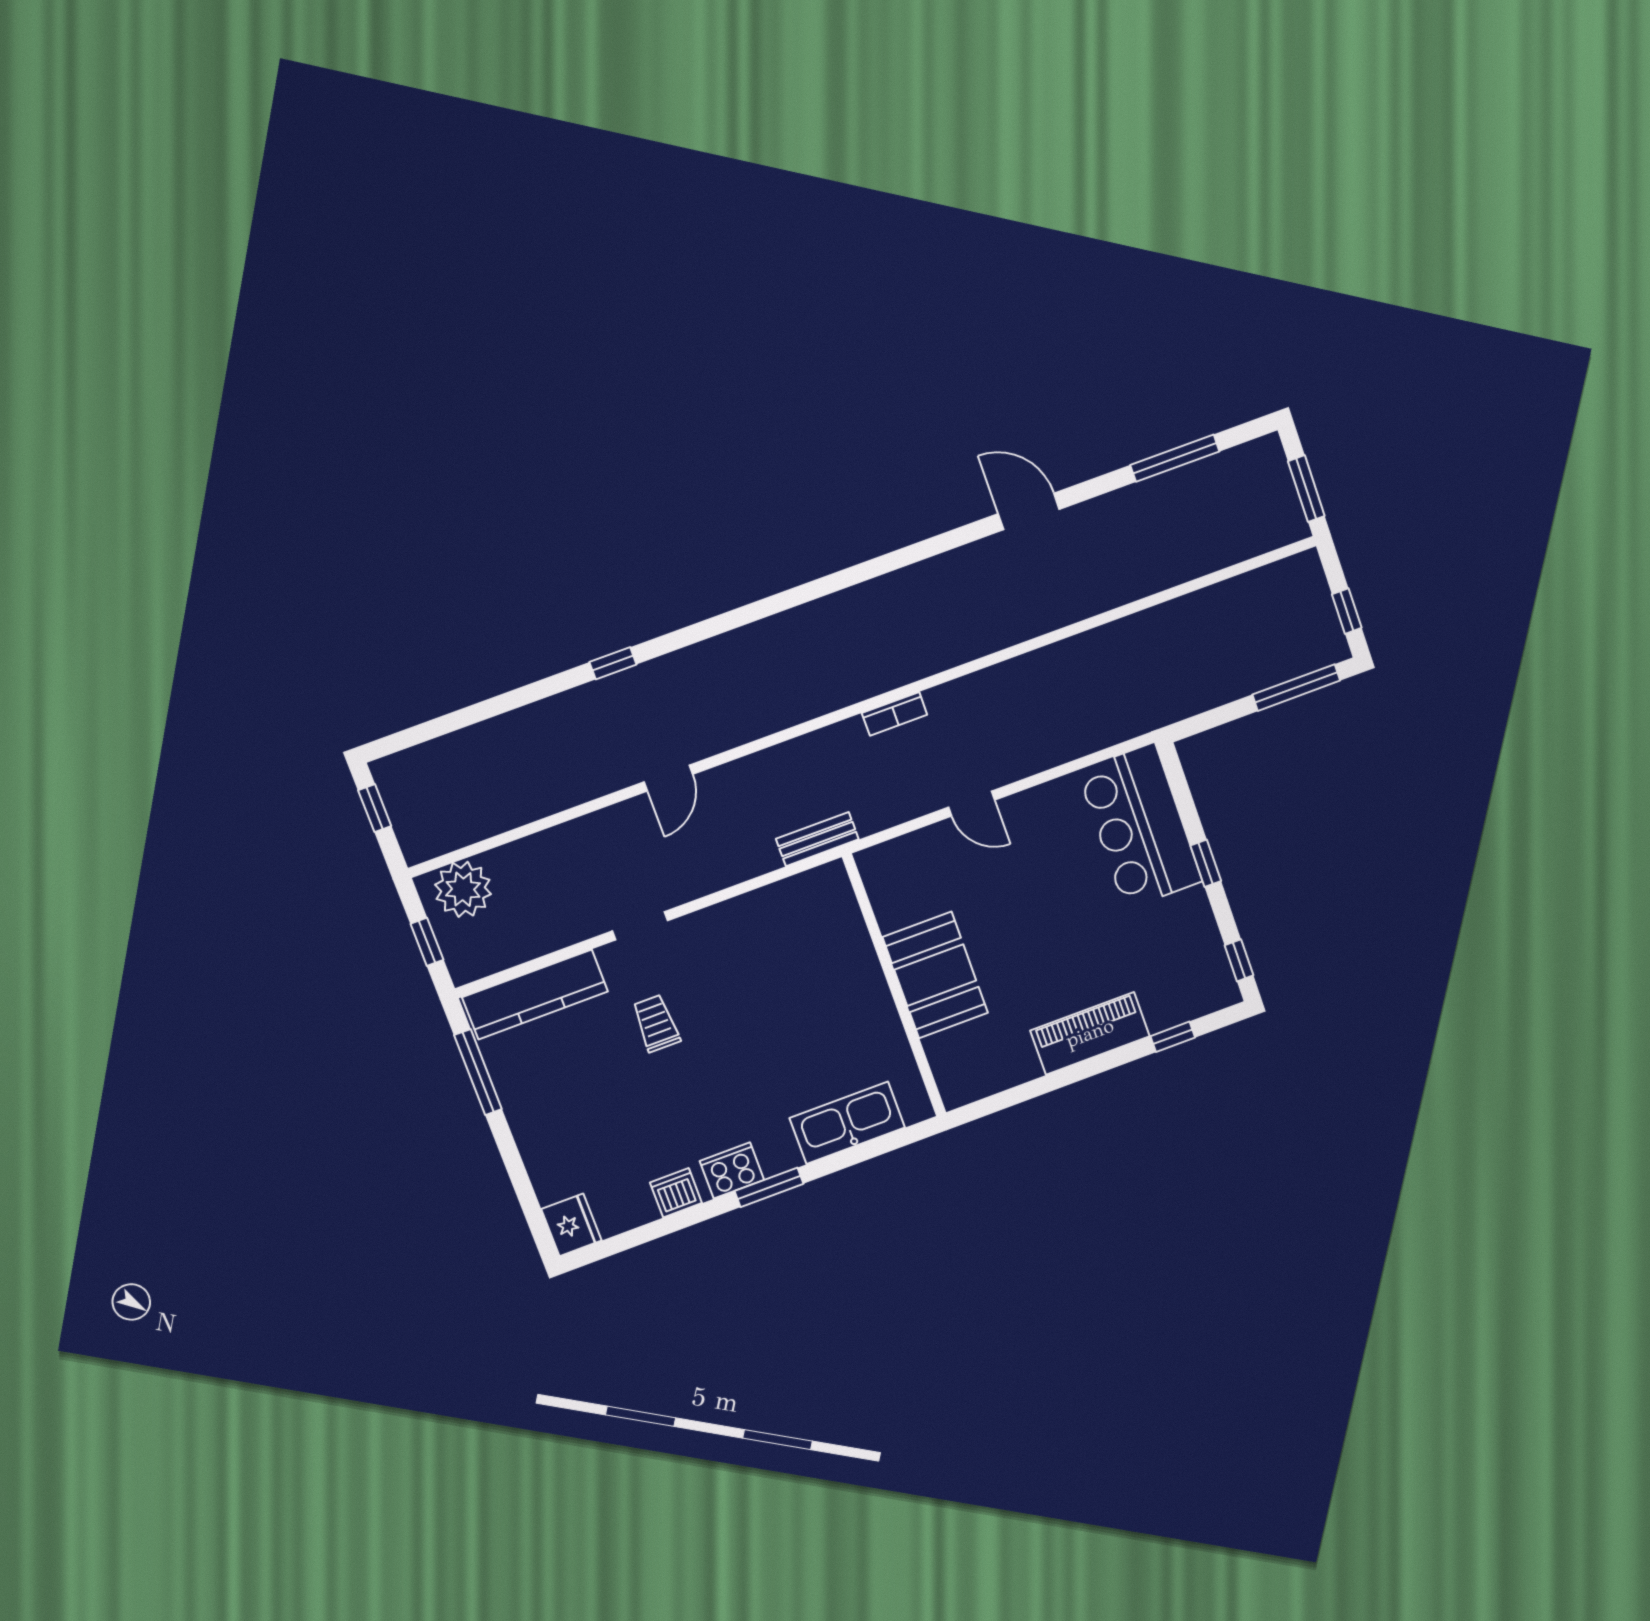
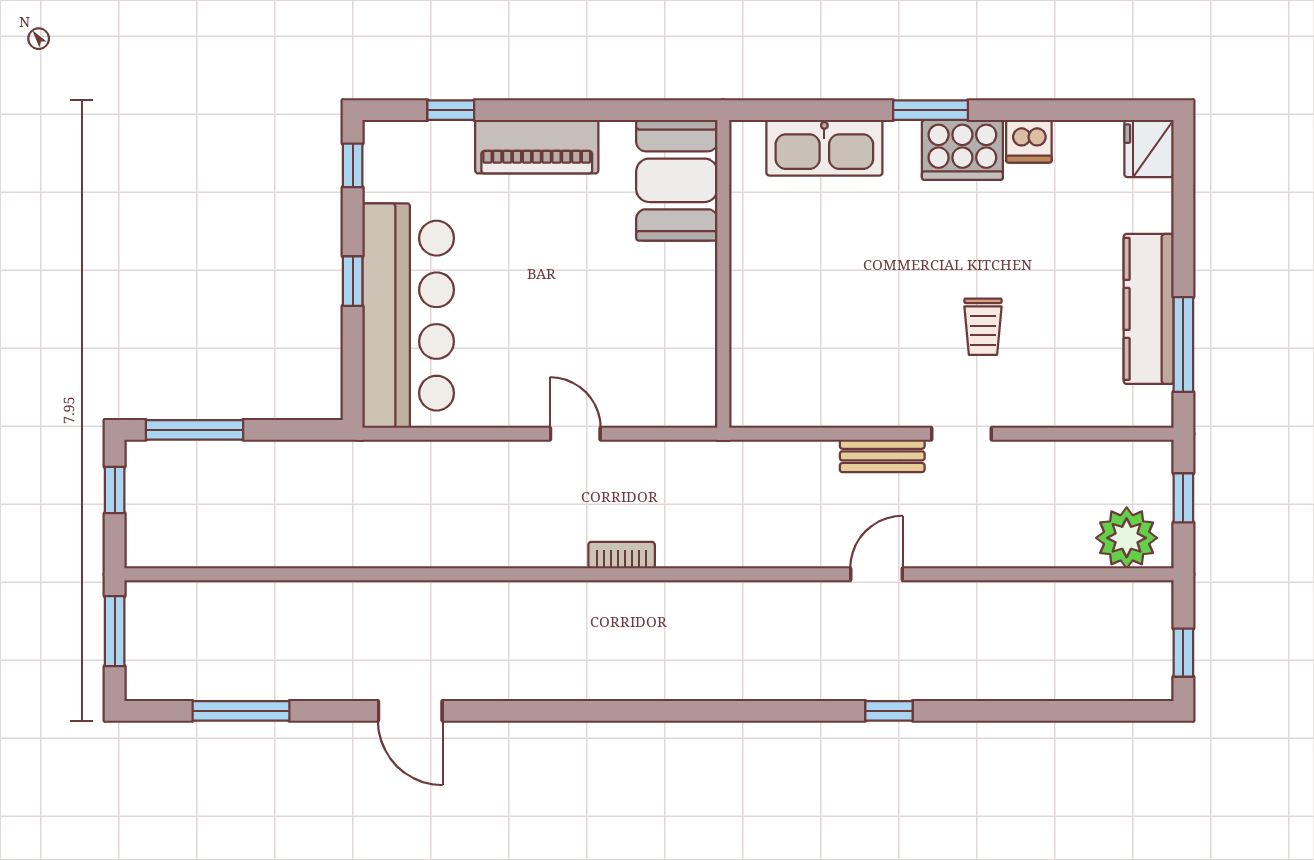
bar counter: (1140, 826) -> (408, 316), width x1.36
bench: (817, 839) -> (882, 456), moved
booth: (935, 975) -> (677, 180), moved
kitchen counter: (535, 994) -> (1149, 309), moved, turned -90
cooker: (732, 1171) -> (962, 150), width x1.37, depth x1.31

